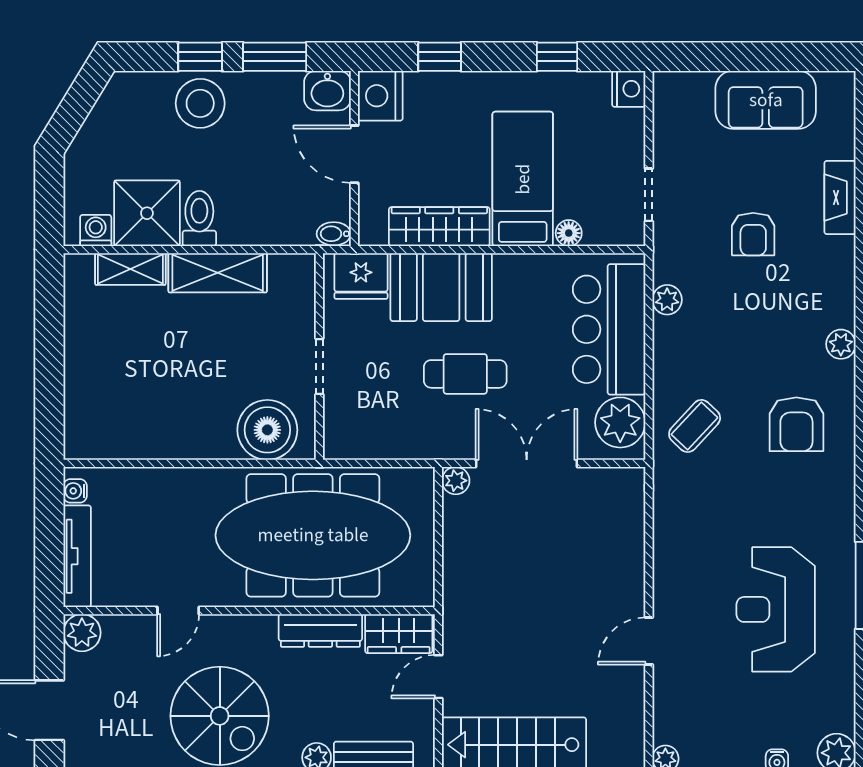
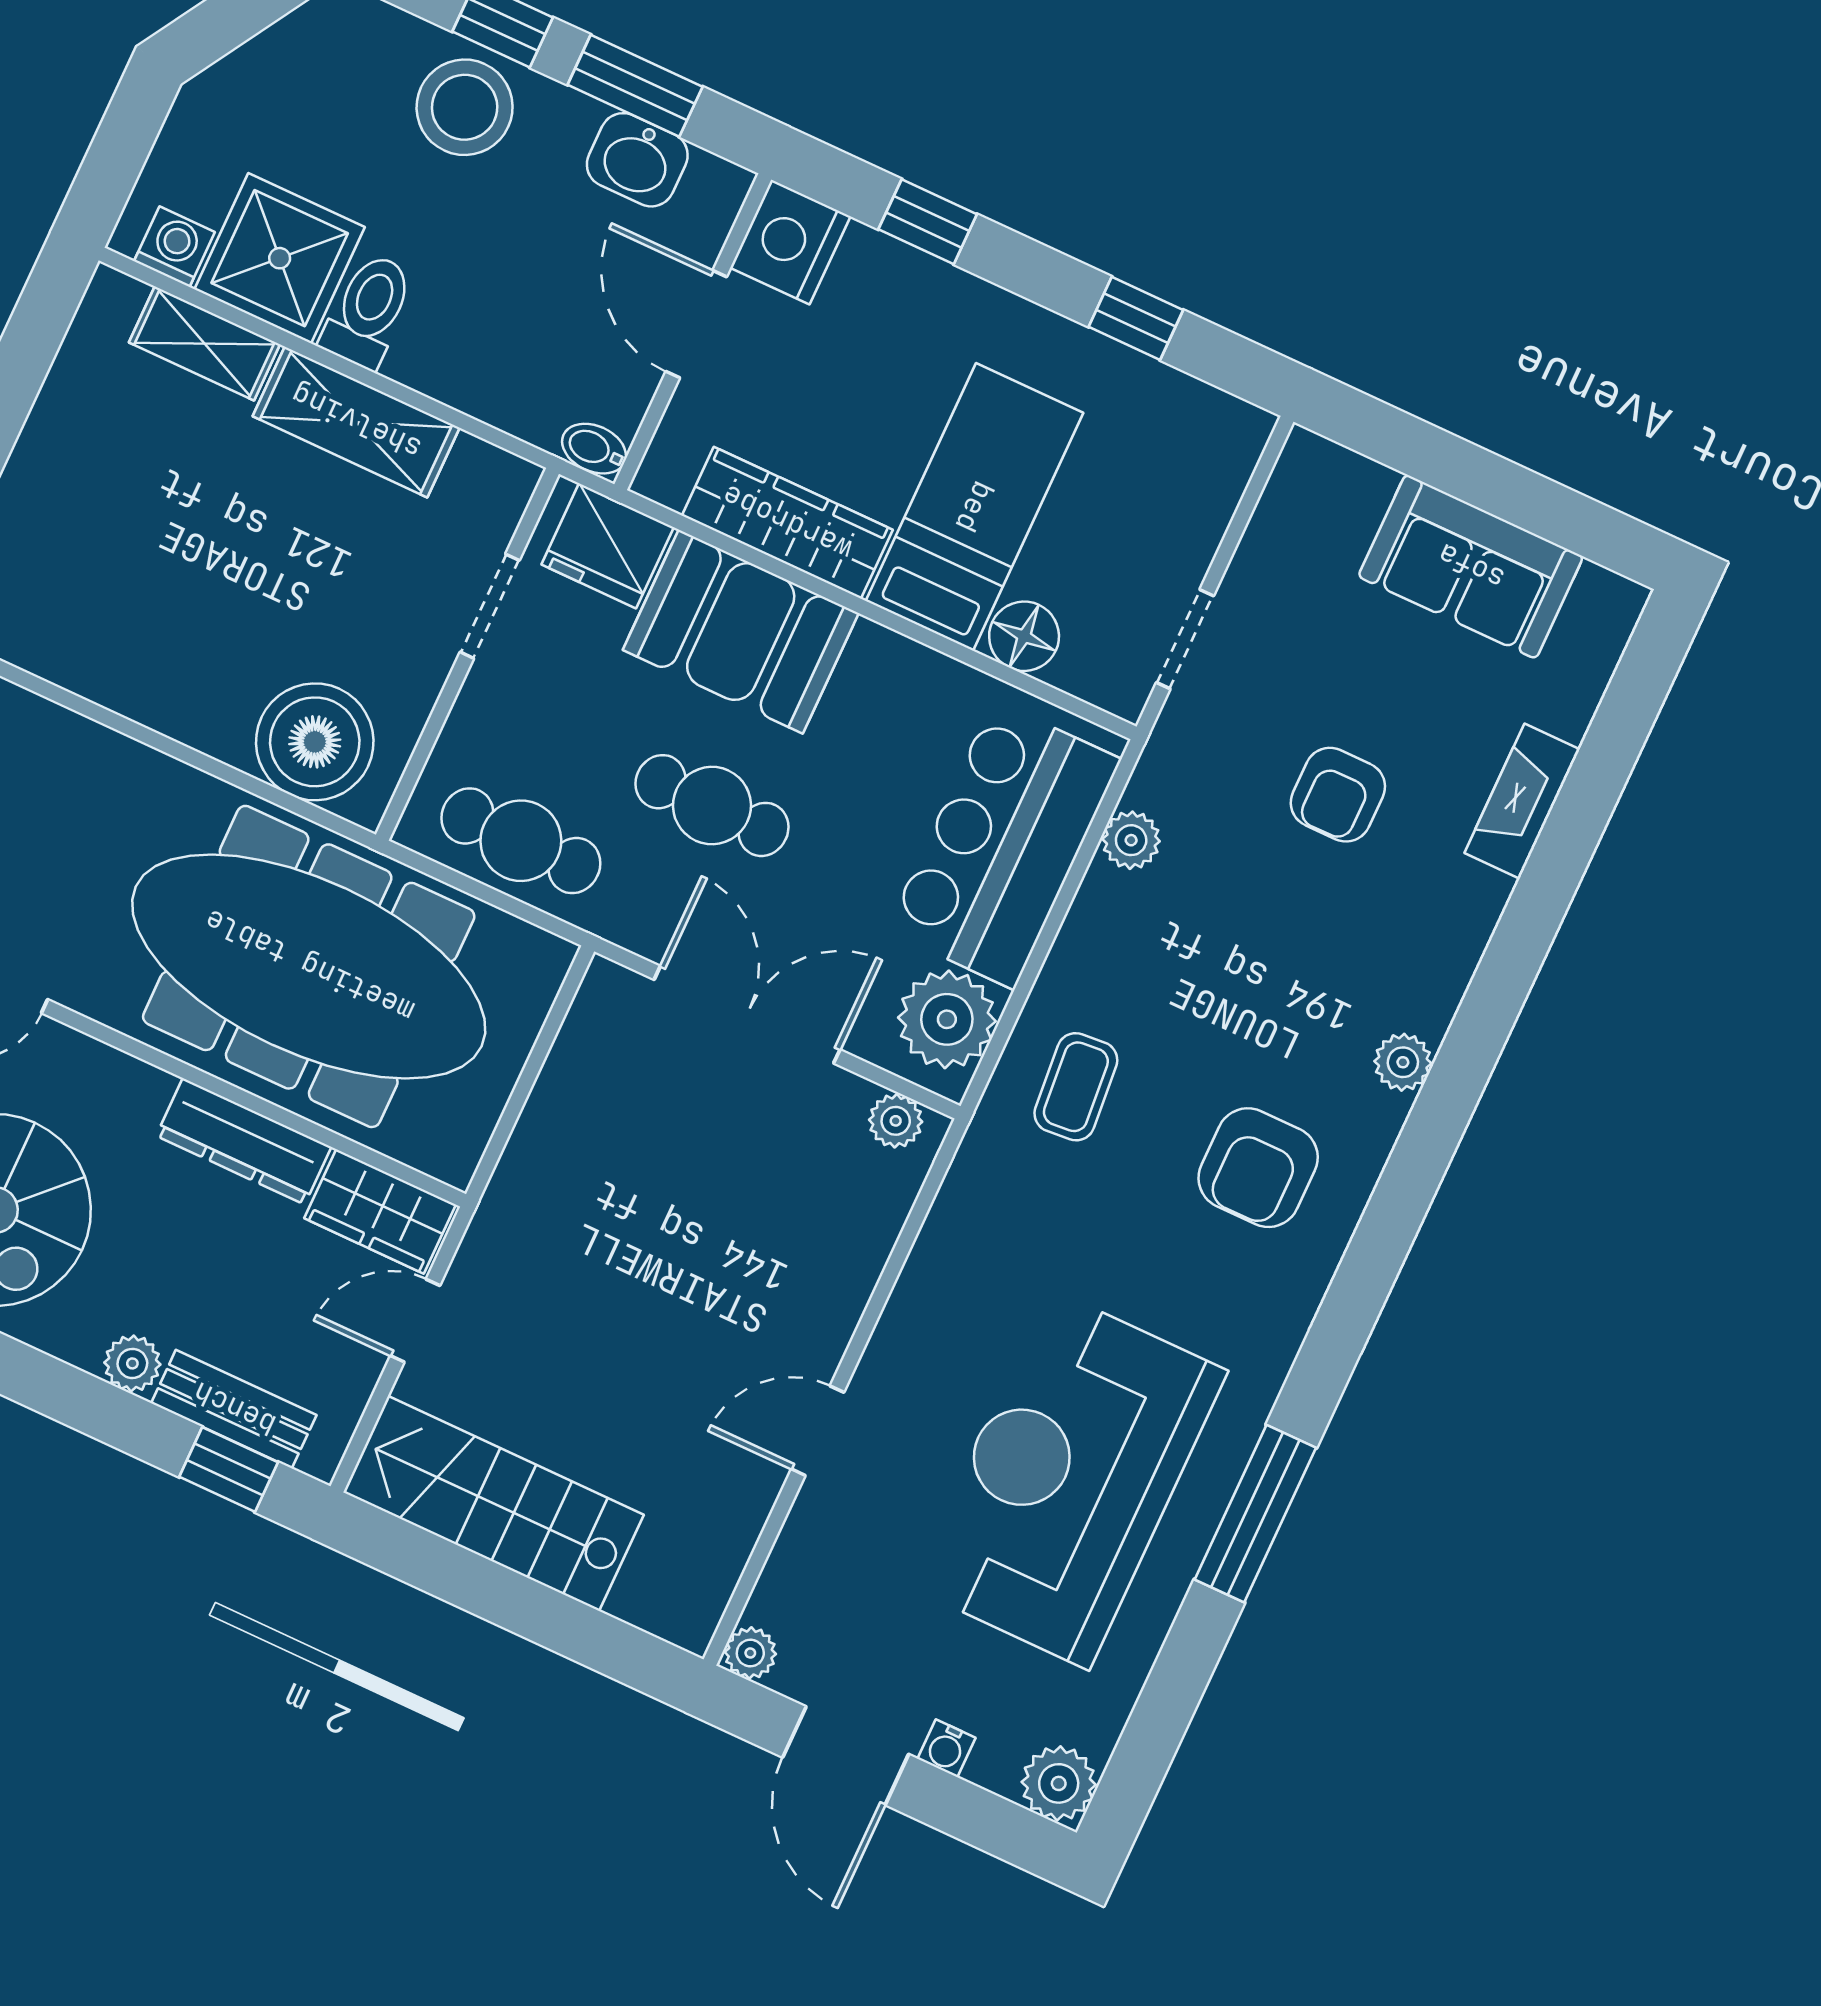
nightstand: (629, 89) -> (1237, 434), removed
washbasin: (327, 91) -> (637, 160), moved
floor lamp: (569, 233) -> (1024, 636), width x1.37, depth x1.37
doorway: (319, 367) -> (490, 606), moved
coffee table: (695, 426) -> (1076, 1087), turned -48
cafe table: (384, 431) -> (521, 841), added
plant: (456, 481) -> (896, 1121), moved
reception desk: (776, 609) -> (1069, 1479), width x1.36, depth x1.30

